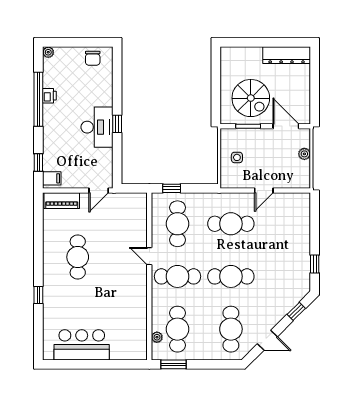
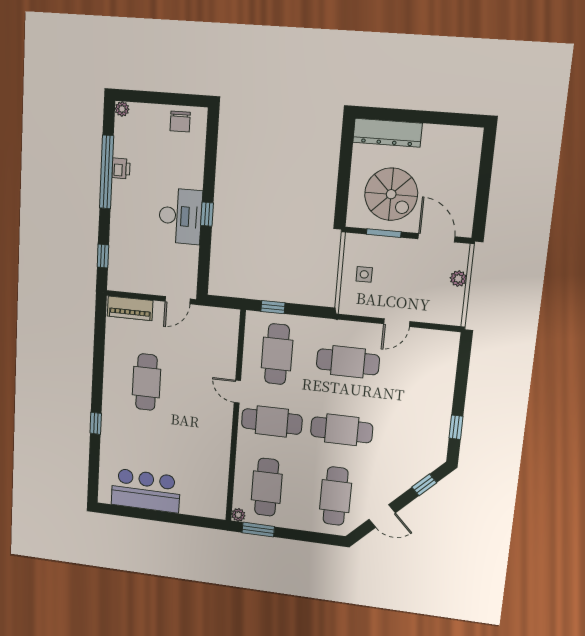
dresser: (287, 55) -> (387, 133), moved
filing cabinet: (52, 178) -> (119, 278), removed
plant: (157, 337) -> (238, 515), moved

